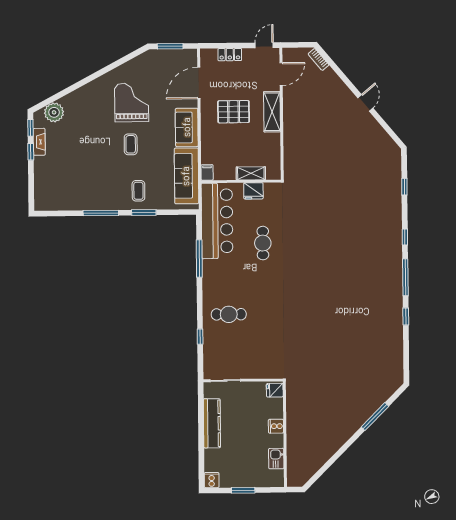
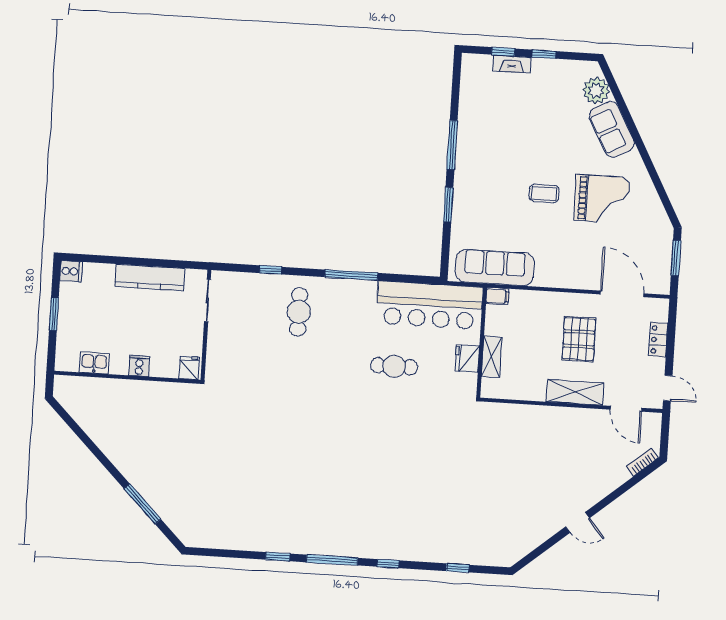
sofa: (187, 127) -> (612, 129), moved, turned -118
window: (30, 128) -> (503, 52), moved
fireplace: (39, 142) -> (512, 64), moved
coffee table: (138, 191) -> (479, 199), removed
window: (199, 259) -> (351, 275), moved

